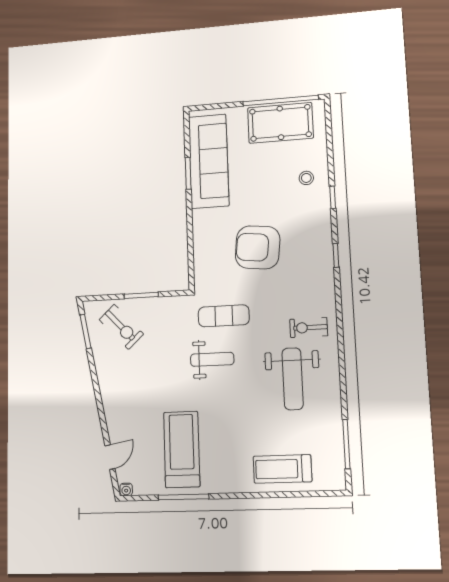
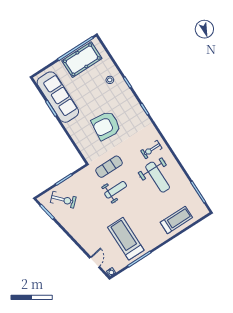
treadmill: (282, 469) -> (176, 220), turned 180

